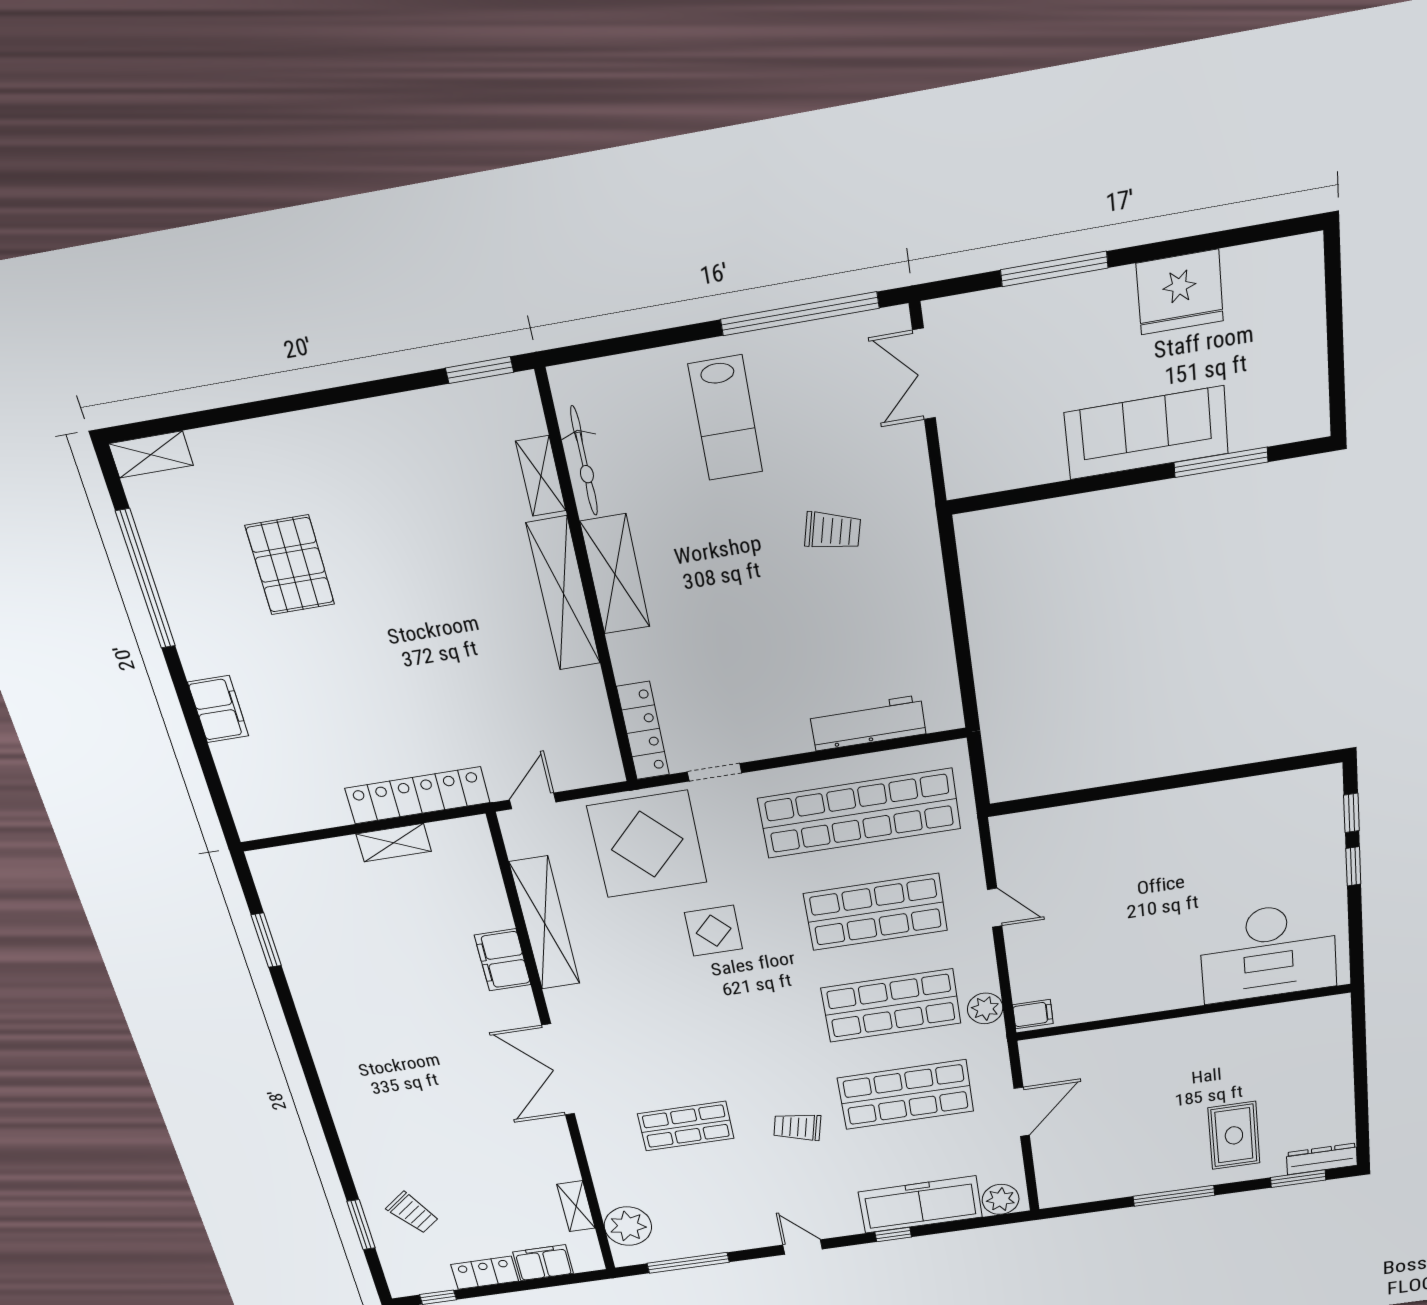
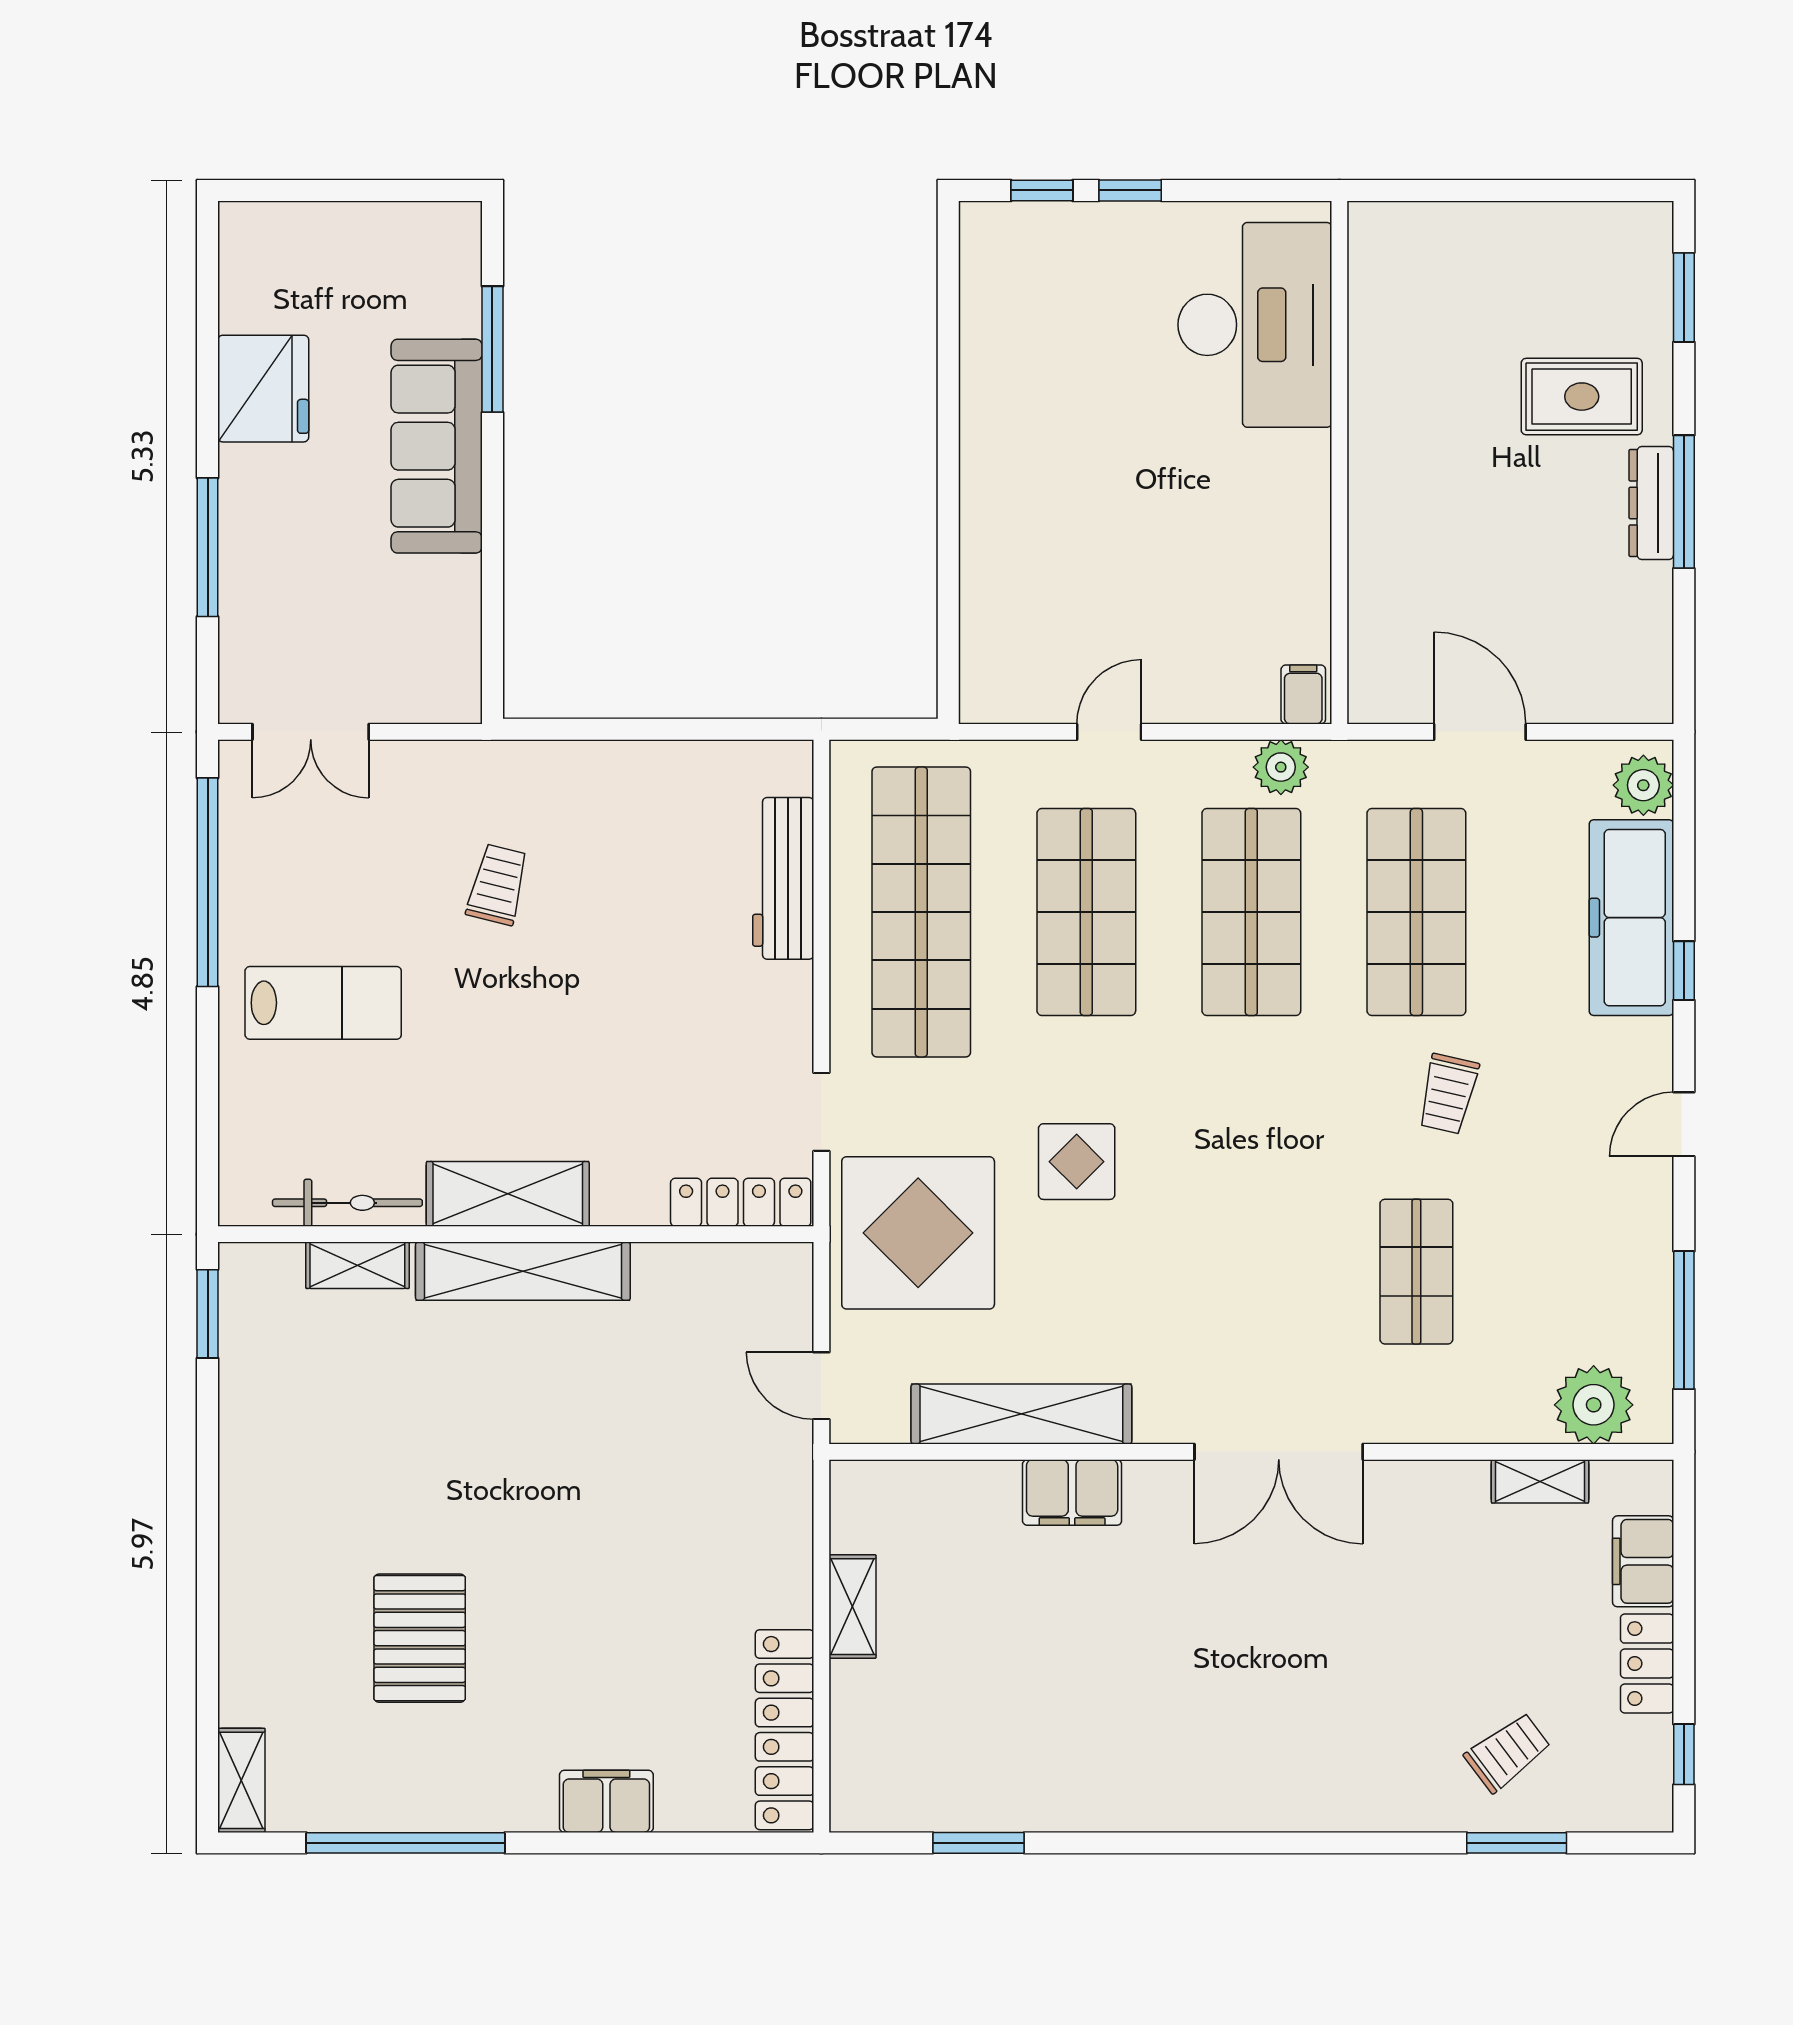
pallet: (290, 565) -> (420, 1638), turned 90
locker: (417, 795) -> (785, 1730), moved
dresser: (1322, 1159) -> (1651, 503), moved

